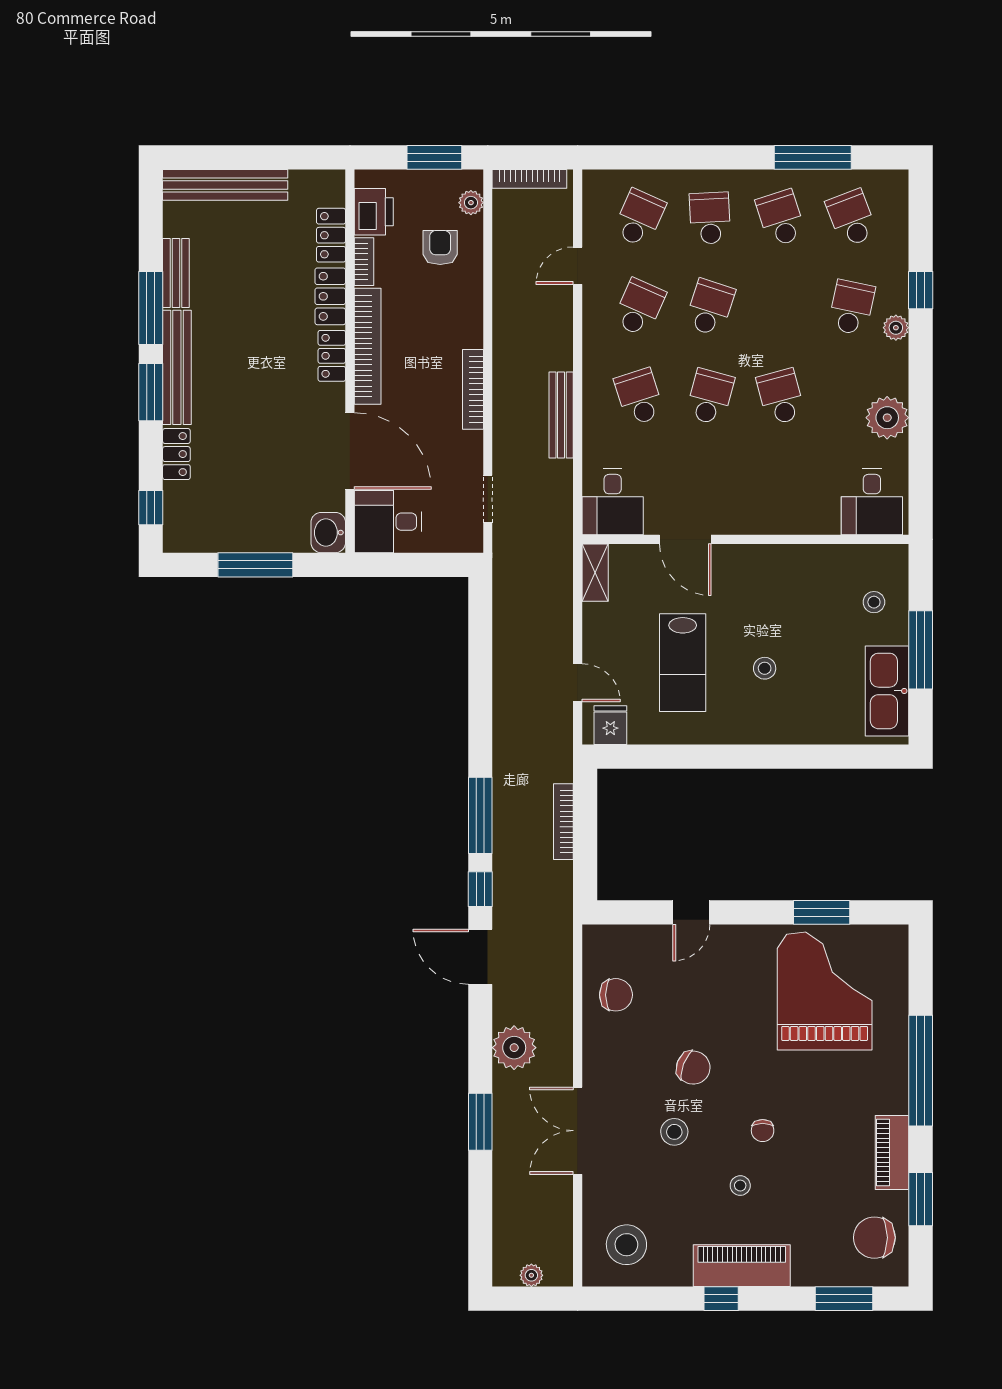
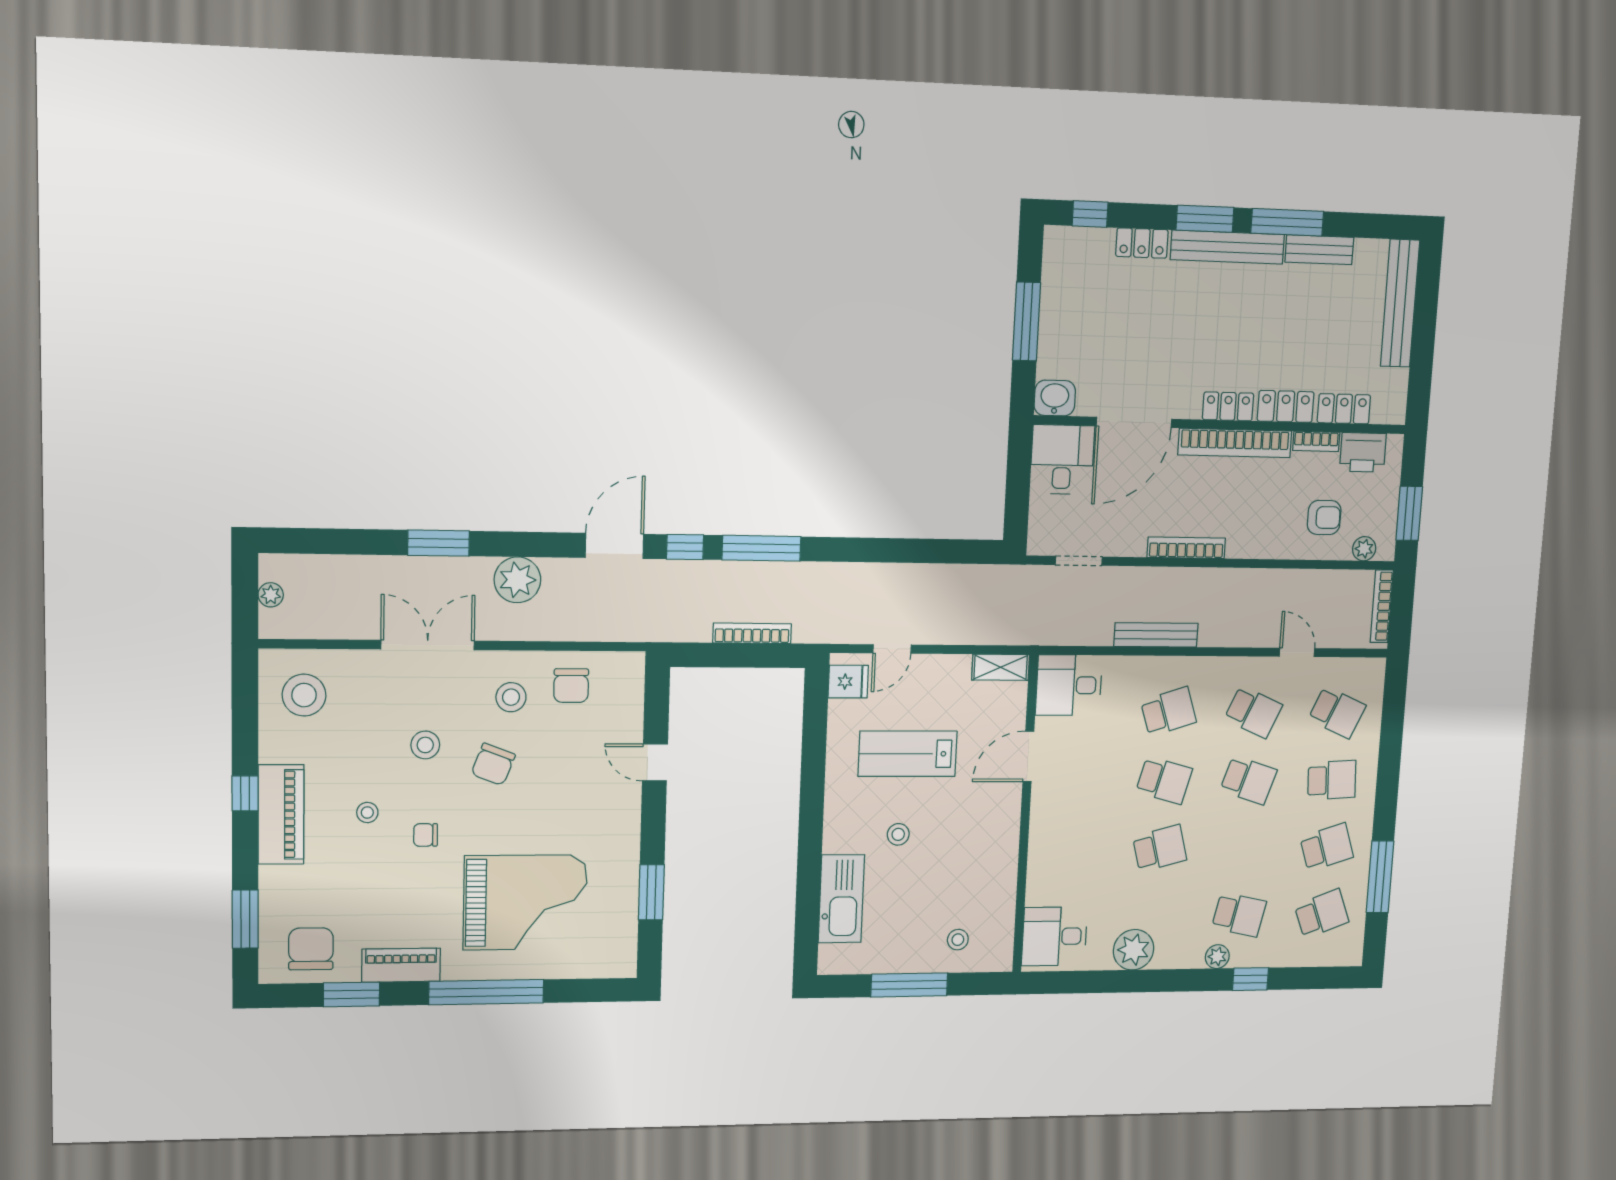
kitchen sink: (887, 691) -> (841, 899), moved, turned 90
grand piano: (825, 991) -> (525, 902), moved
stool: (628, 1052) -> (511, 697), added

